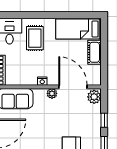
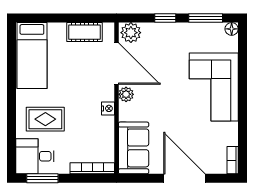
cot: (95, 52) -> (85, 32), moved
door: (73, 87) -> (116, 64), swing flipped

